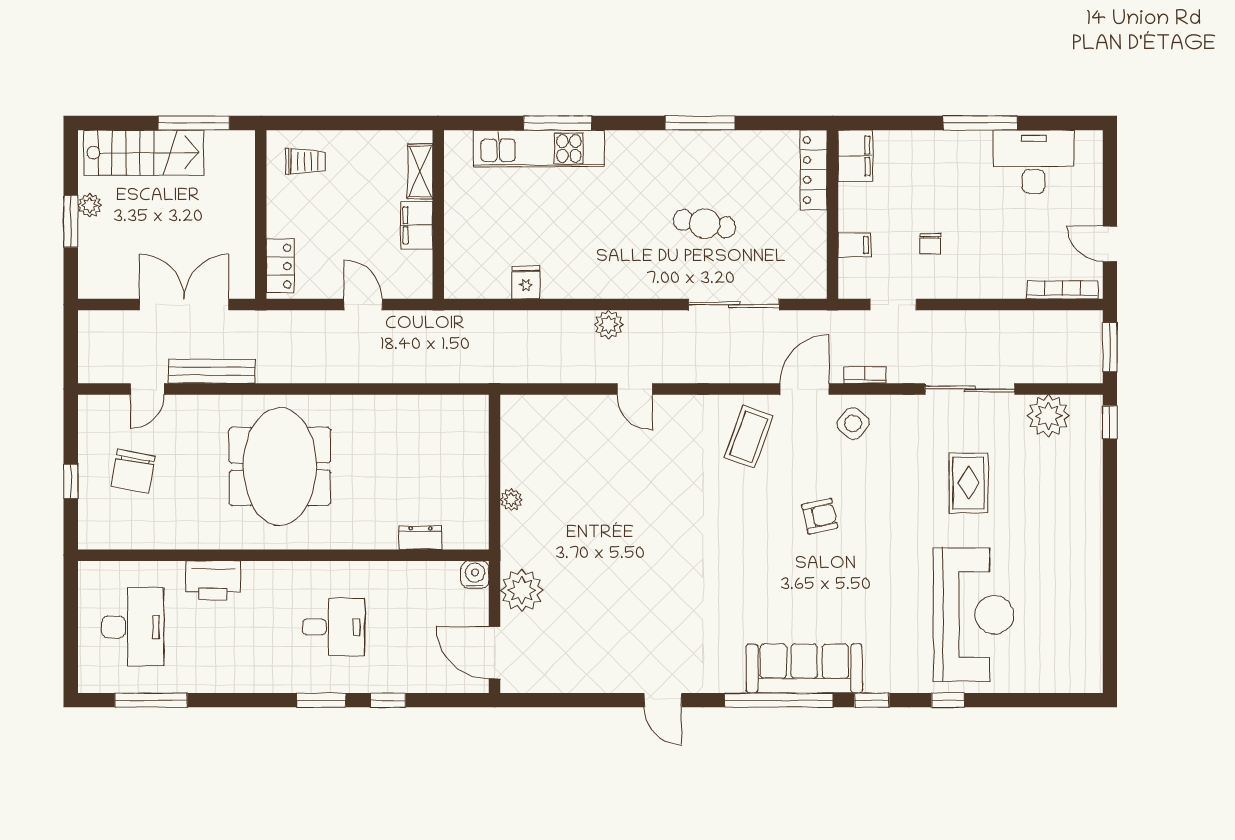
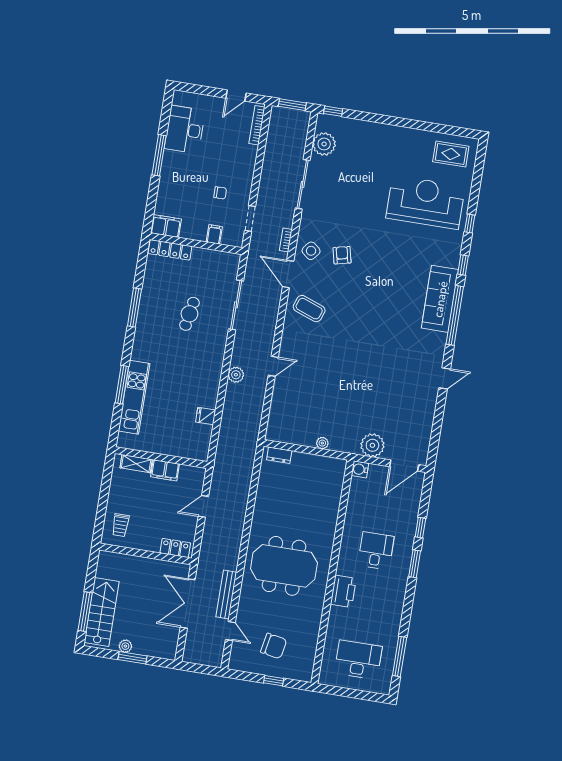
window: (194, 123) -> (85, 612), moved
trolley: (305, 161) -> (121, 525), turned 180
rug: (969, 483) -> (451, 154), moved
armchair: (820, 516) -> (342, 255), moved
dresser: (420, 538) -> (279, 455), moved, turned -90
printer: (213, 580) -> (343, 591), moved

